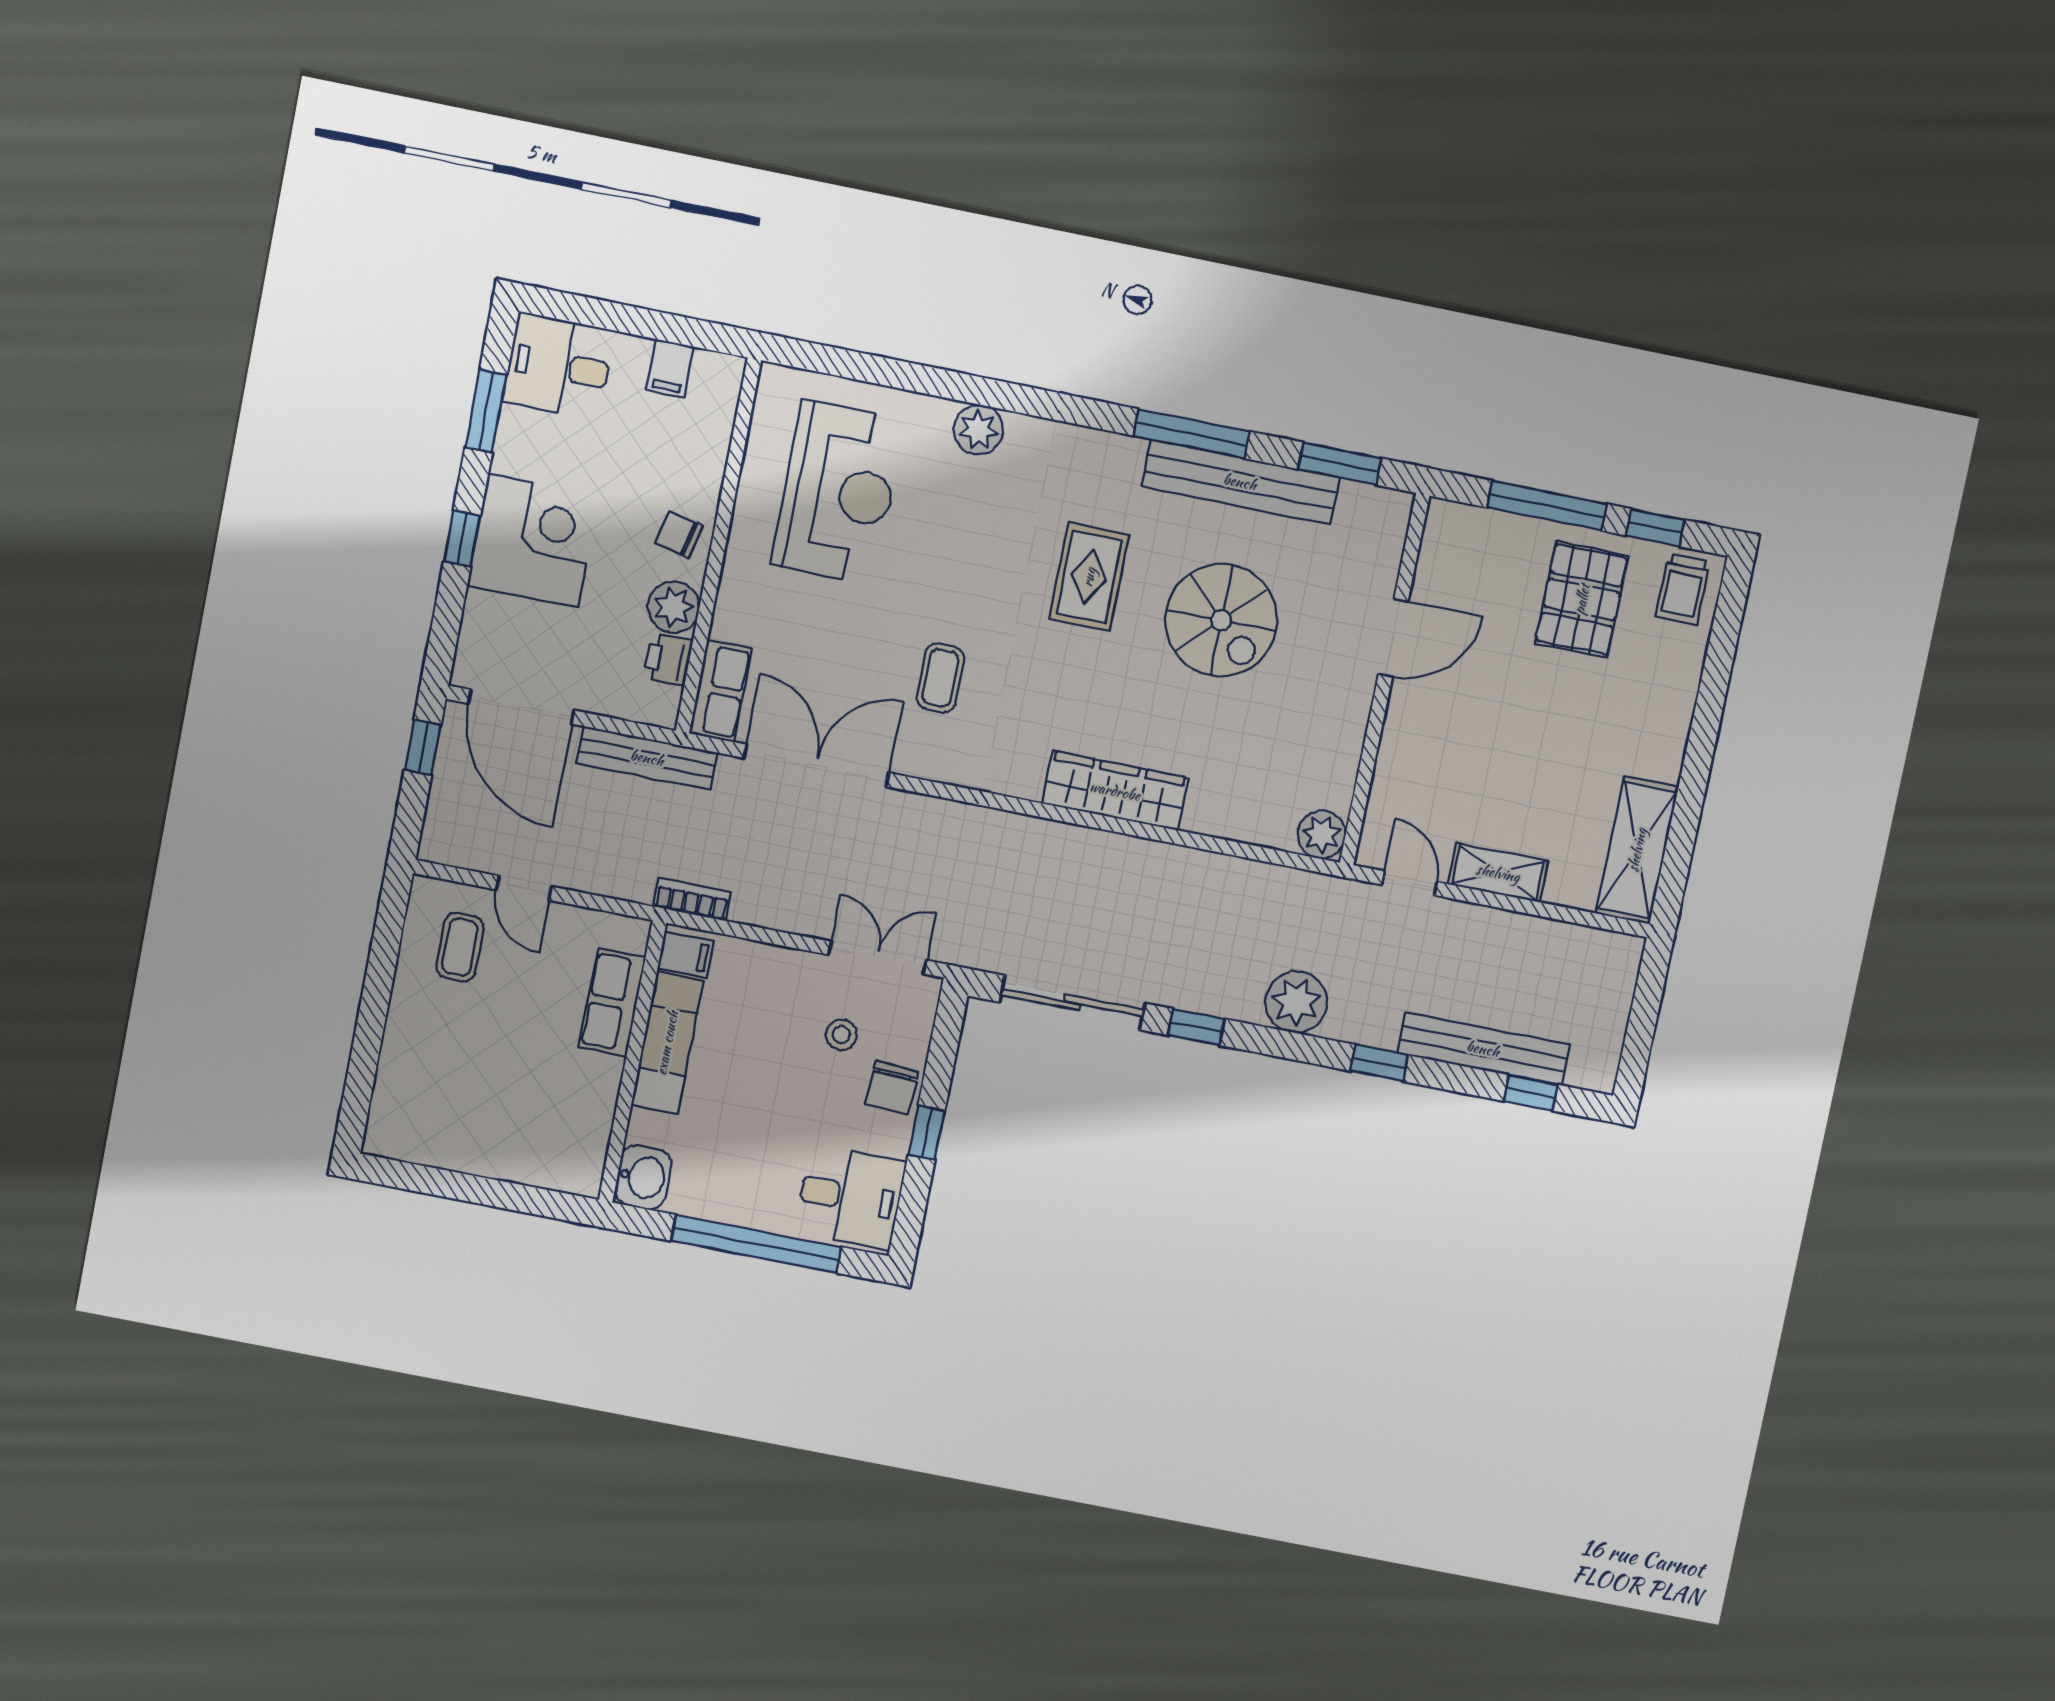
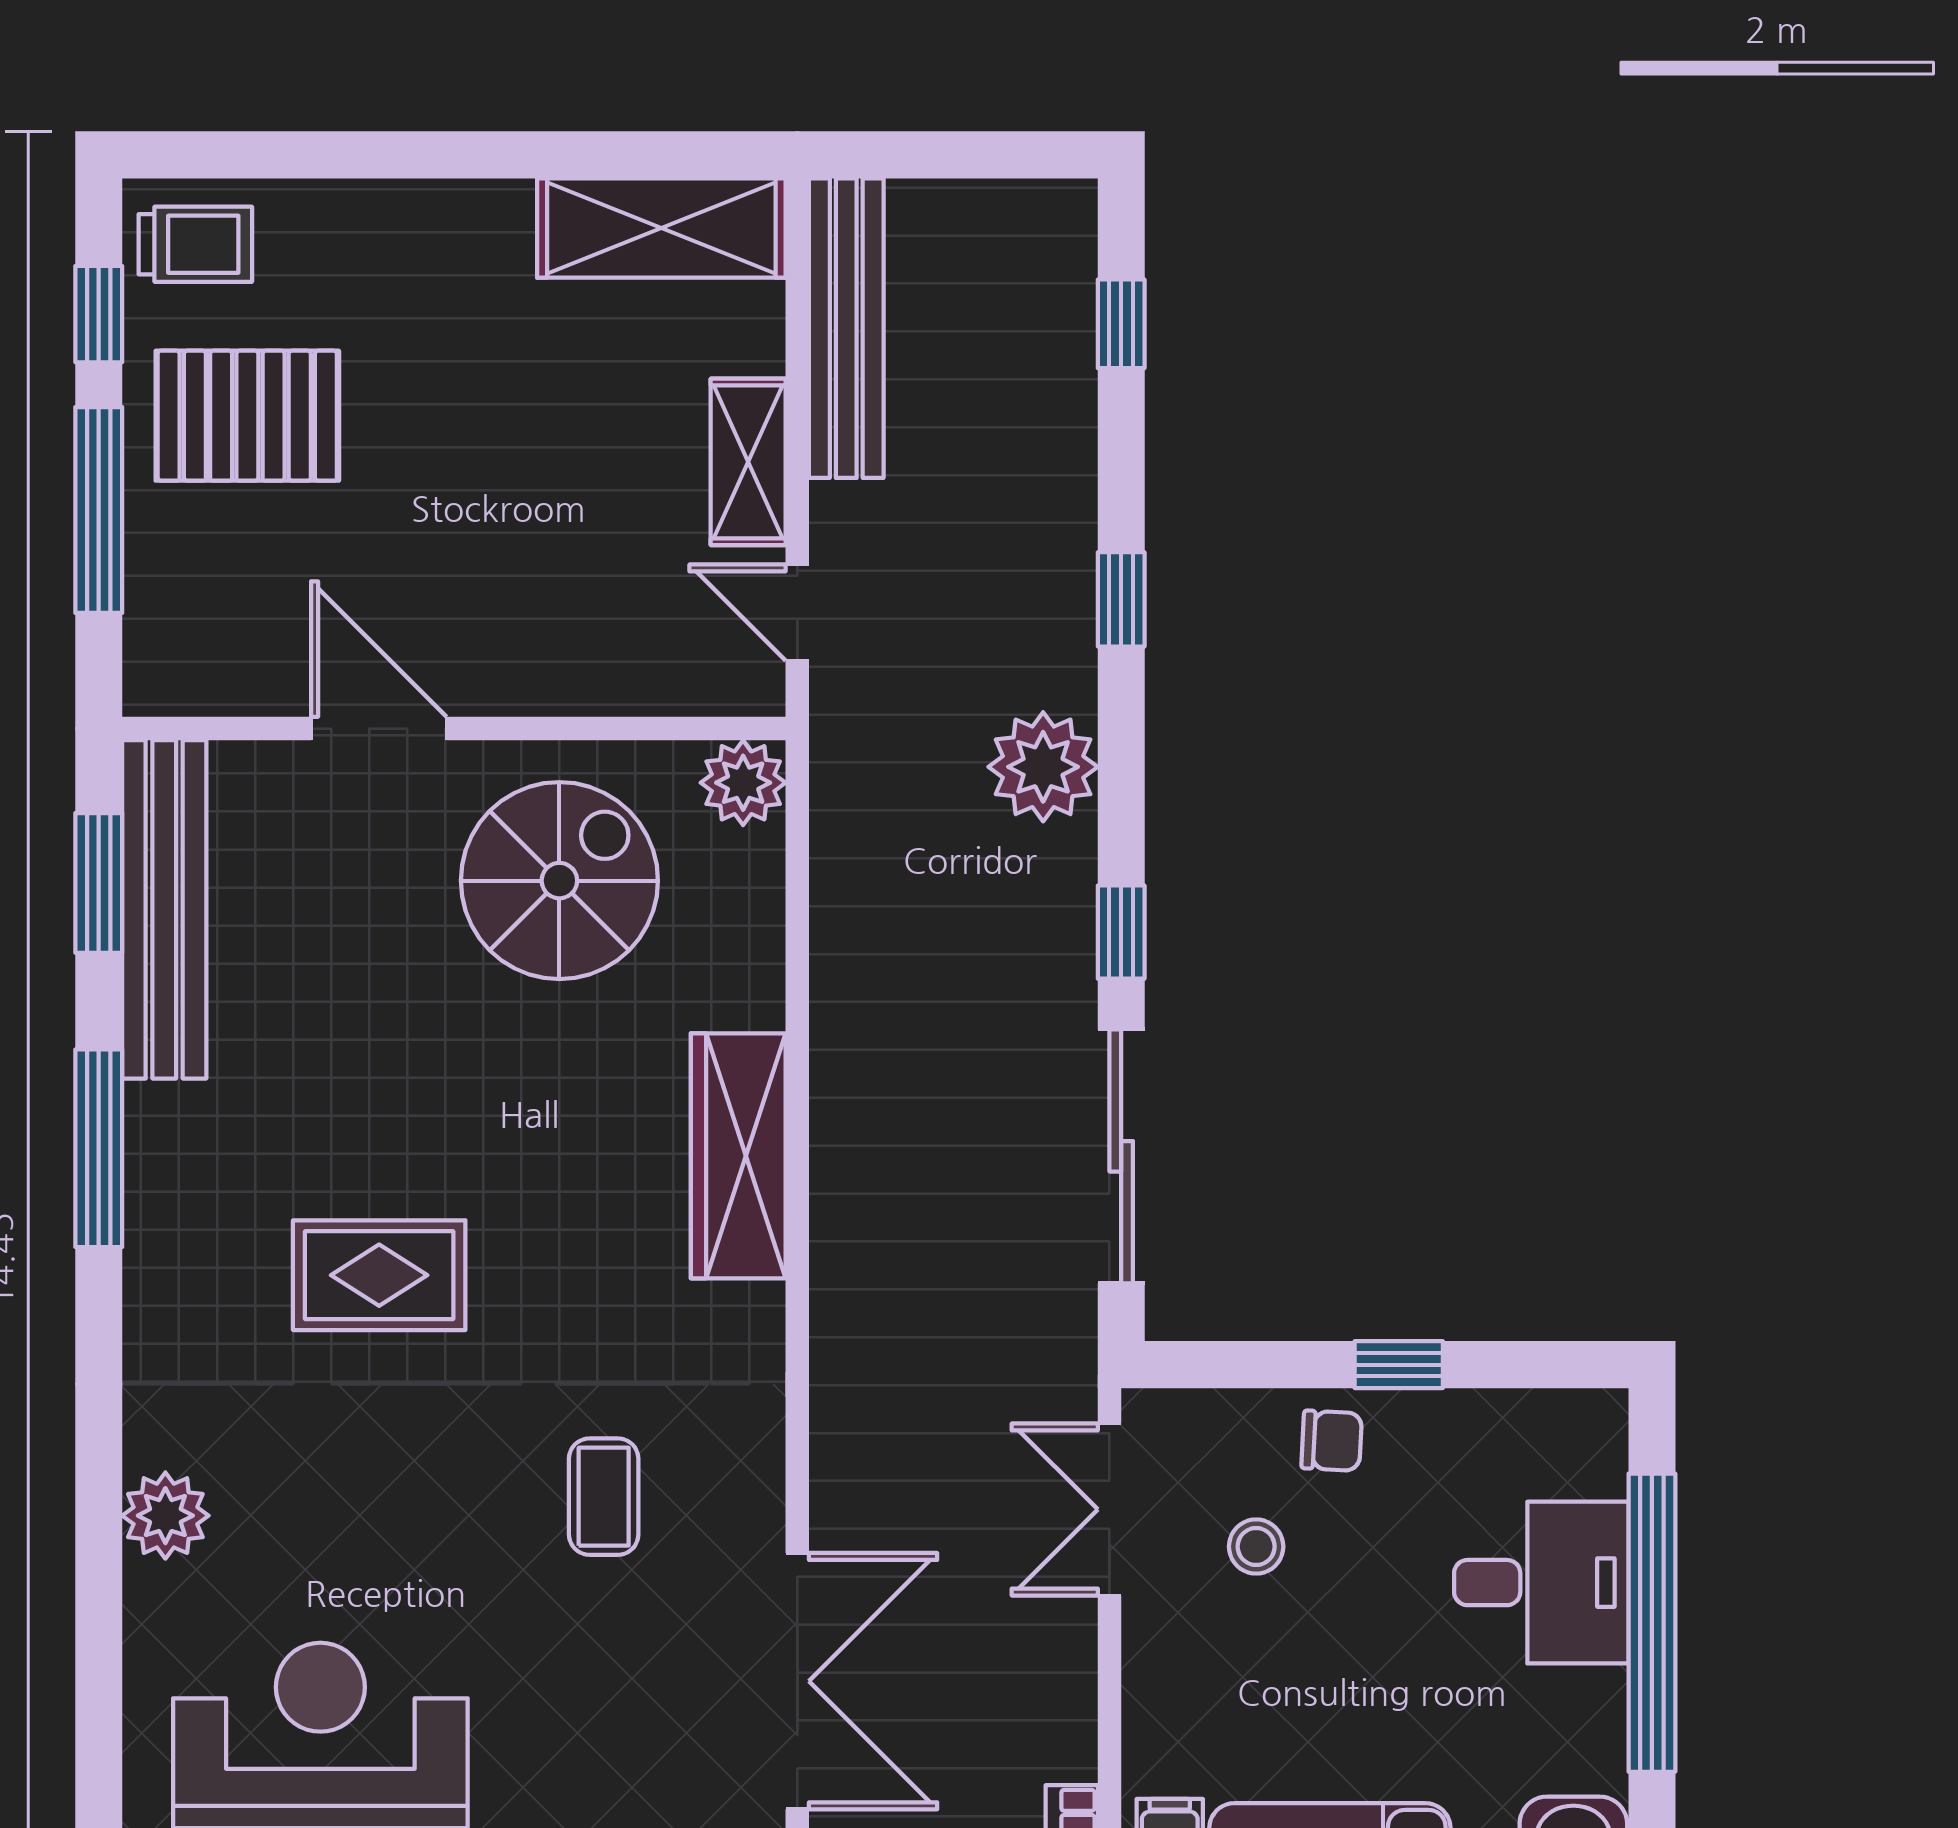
bench: (1240, 482) -> (164, 909), moved
spiral stairs: (1221, 620) -> (559, 881), moved
coffee table: (941, 678) -> (604, 1497), turned 90
double door: (816, 765) -> (797, 1681), swing flipped
door: (1409, 883) -> (797, 612), hinge flipped
bench: (1483, 1049) -> (846, 328), moved
chair: (892, 1088) -> (1332, 1441), width x0.73, depth x0.73
desk: (850, 1197) -> (1541, 1583), moved, turned 90

